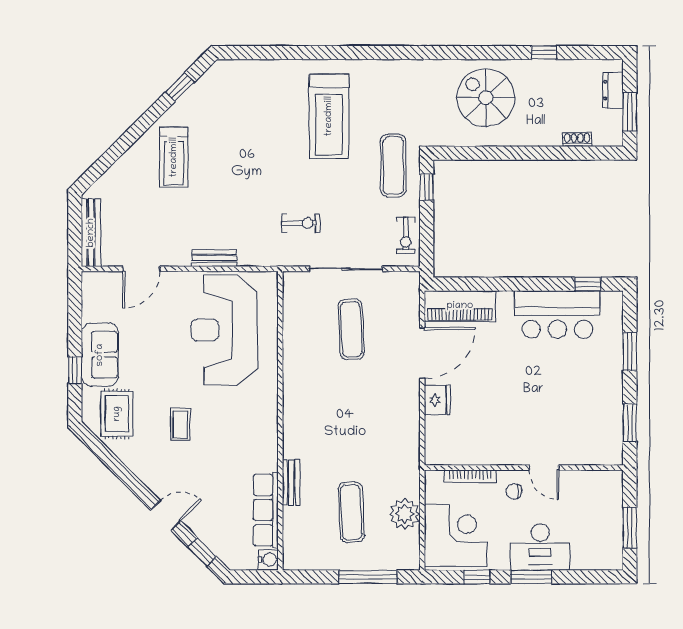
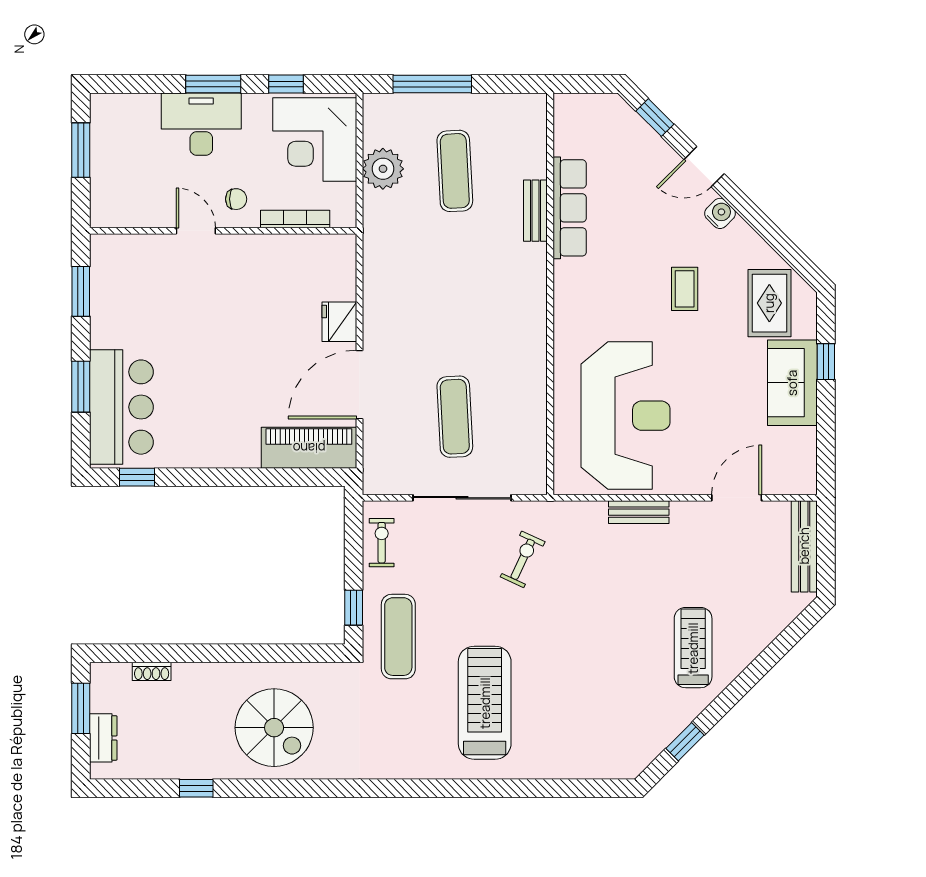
exercise bike: (301, 223) -> (523, 559), turned 115
bar counter: (557, 314) -> (121, 407), moved, turned 90
row of seats: (266, 510) -> (570, 208), moved
water cooler: (268, 560) -> (720, 213), moved, turned 135

